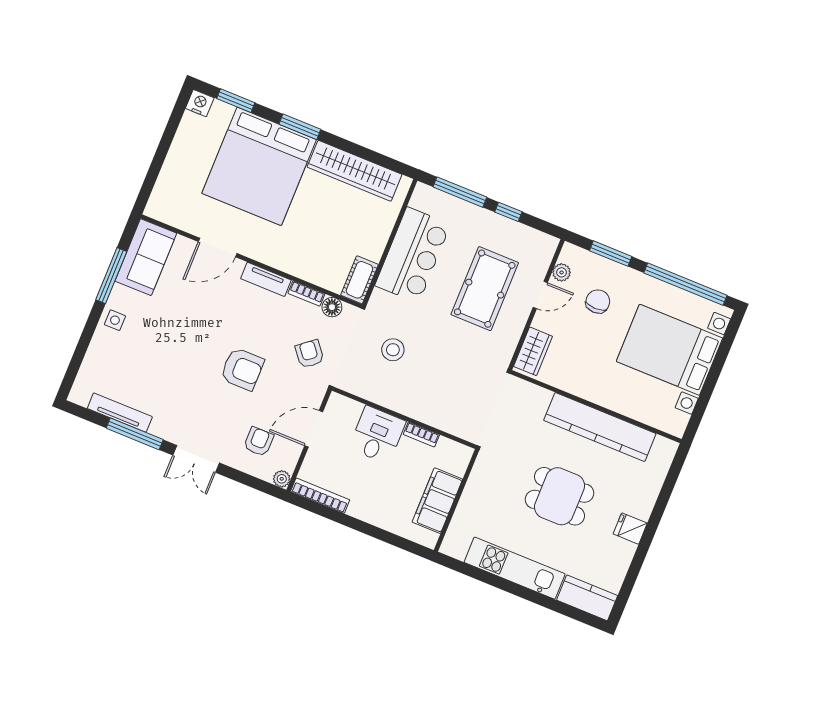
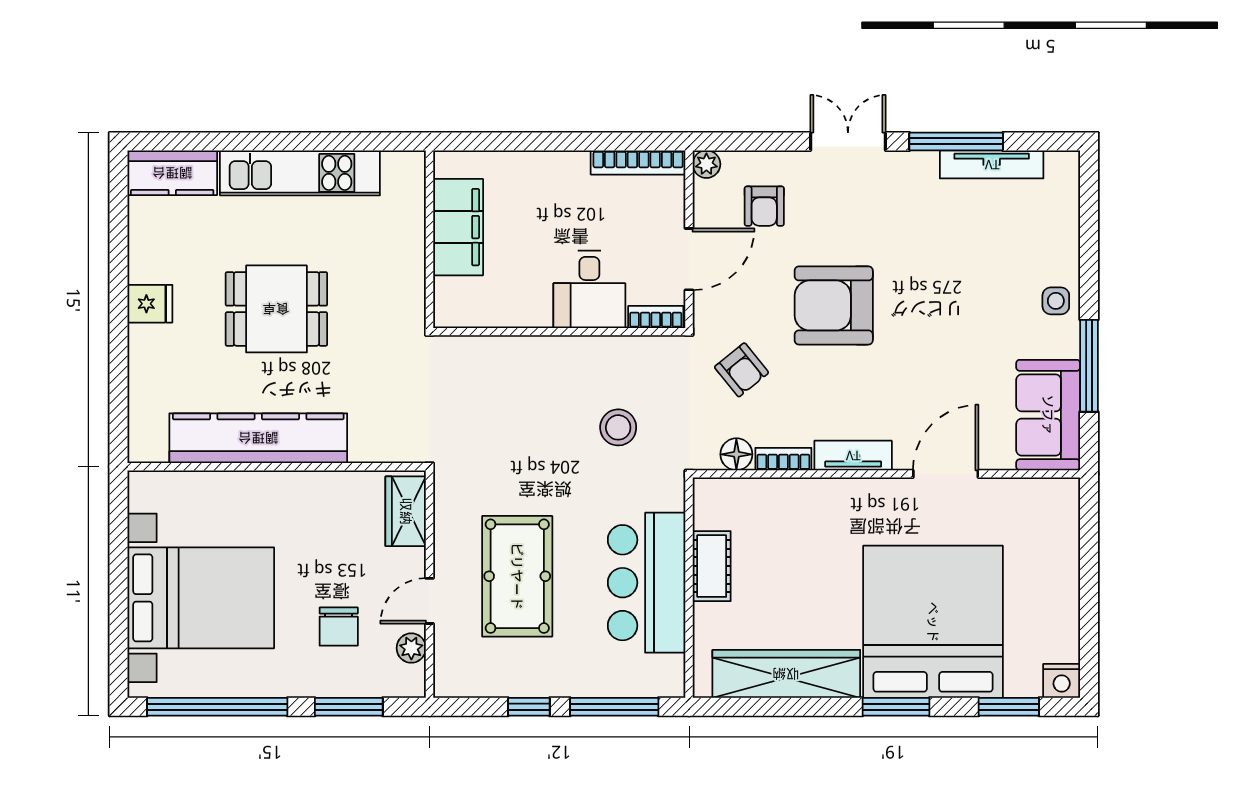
cot: (359, 280) -> (712, 566), moved
armchair: (242, 369) -> (834, 305), width x1.36, depth x1.36
bookcase: (421, 435) -> (656, 317), moved

